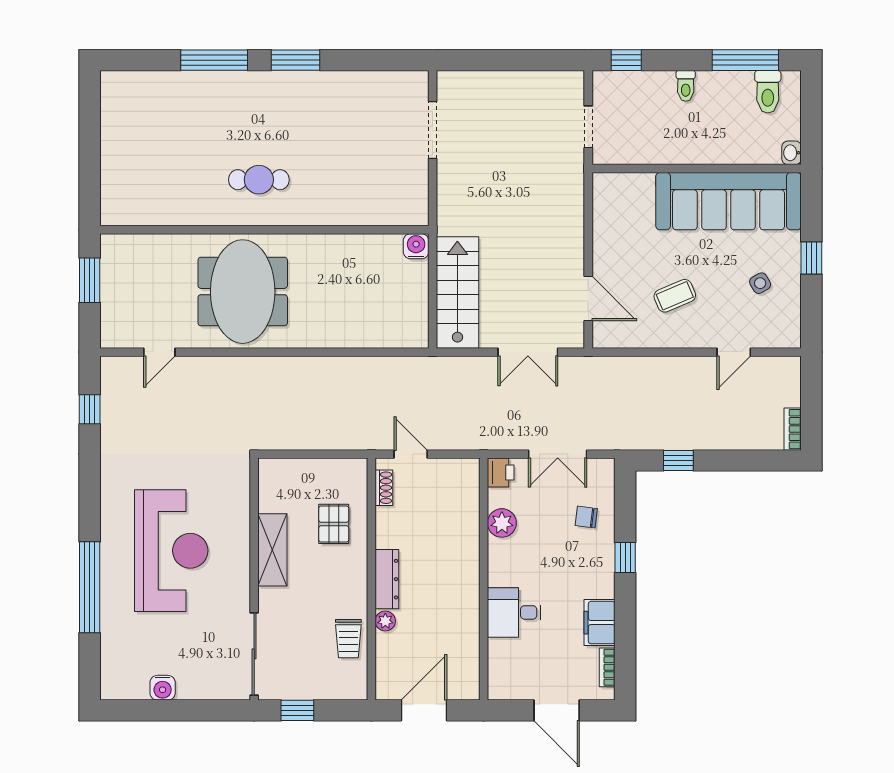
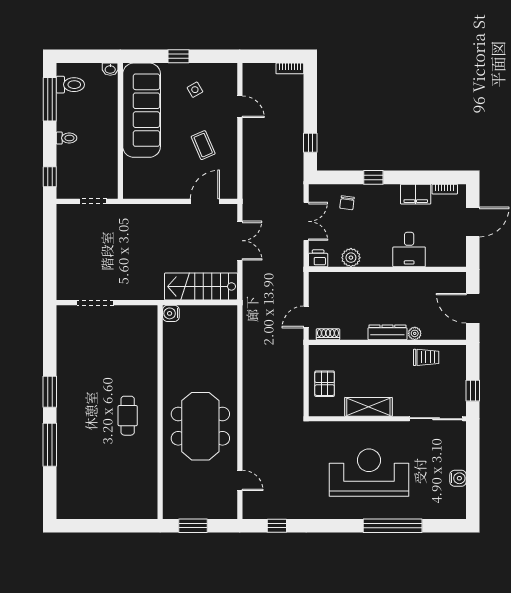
meeting table: (243, 292) -> (200, 426), turned 90
pallet: (334, 524) -> (325, 384), moved, turned 90

